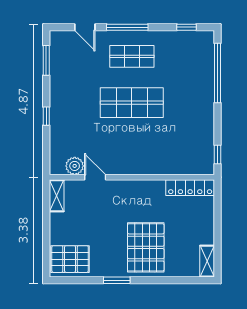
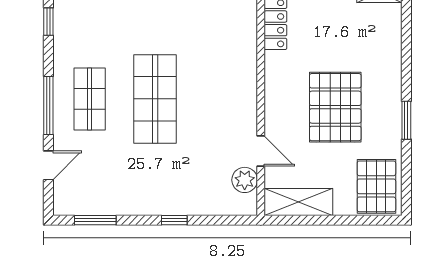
door: (95, 177) -> (261, 151), swing flipped
shelving: (57, 196) -> (298, 202), width x1.50, depth x1.33
pallet: (146, 247) -> (335, 107), moved, turned 90

